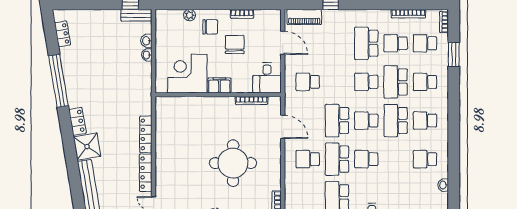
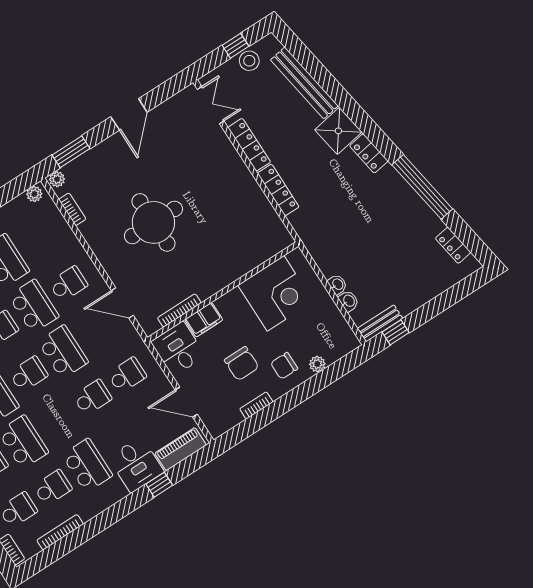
desk: (337, 25) -> (136, 465), added
school desk: (366, 82) -> (92, 397), moved
filing cabinet: (219, 85) -> (204, 320), moved

